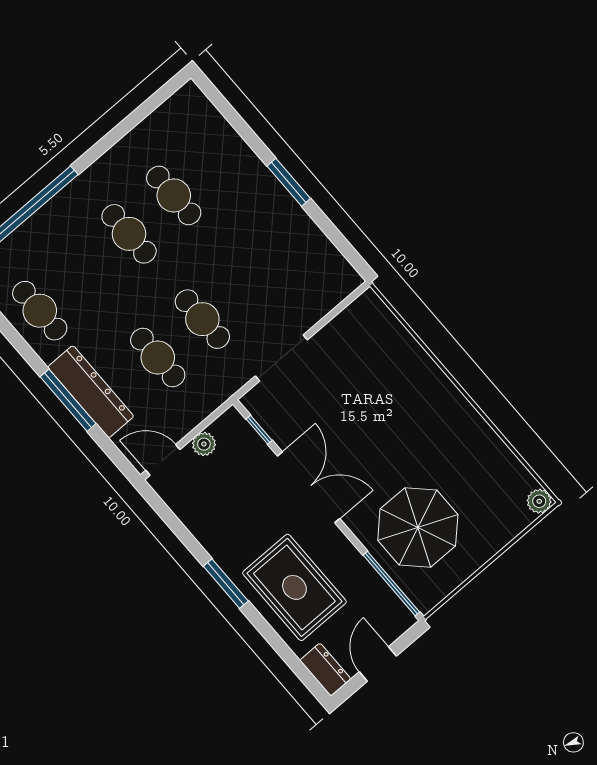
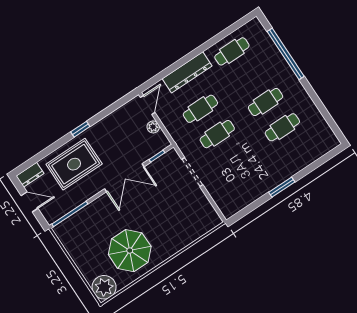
window: (68, 400) -> (184, 60), removed
plant: (539, 501) -> (104, 287), width x1.88, depth x1.88
parasol: (418, 527) -> (130, 251), moved
window: (226, 584) -> (80, 129), width x0.67

